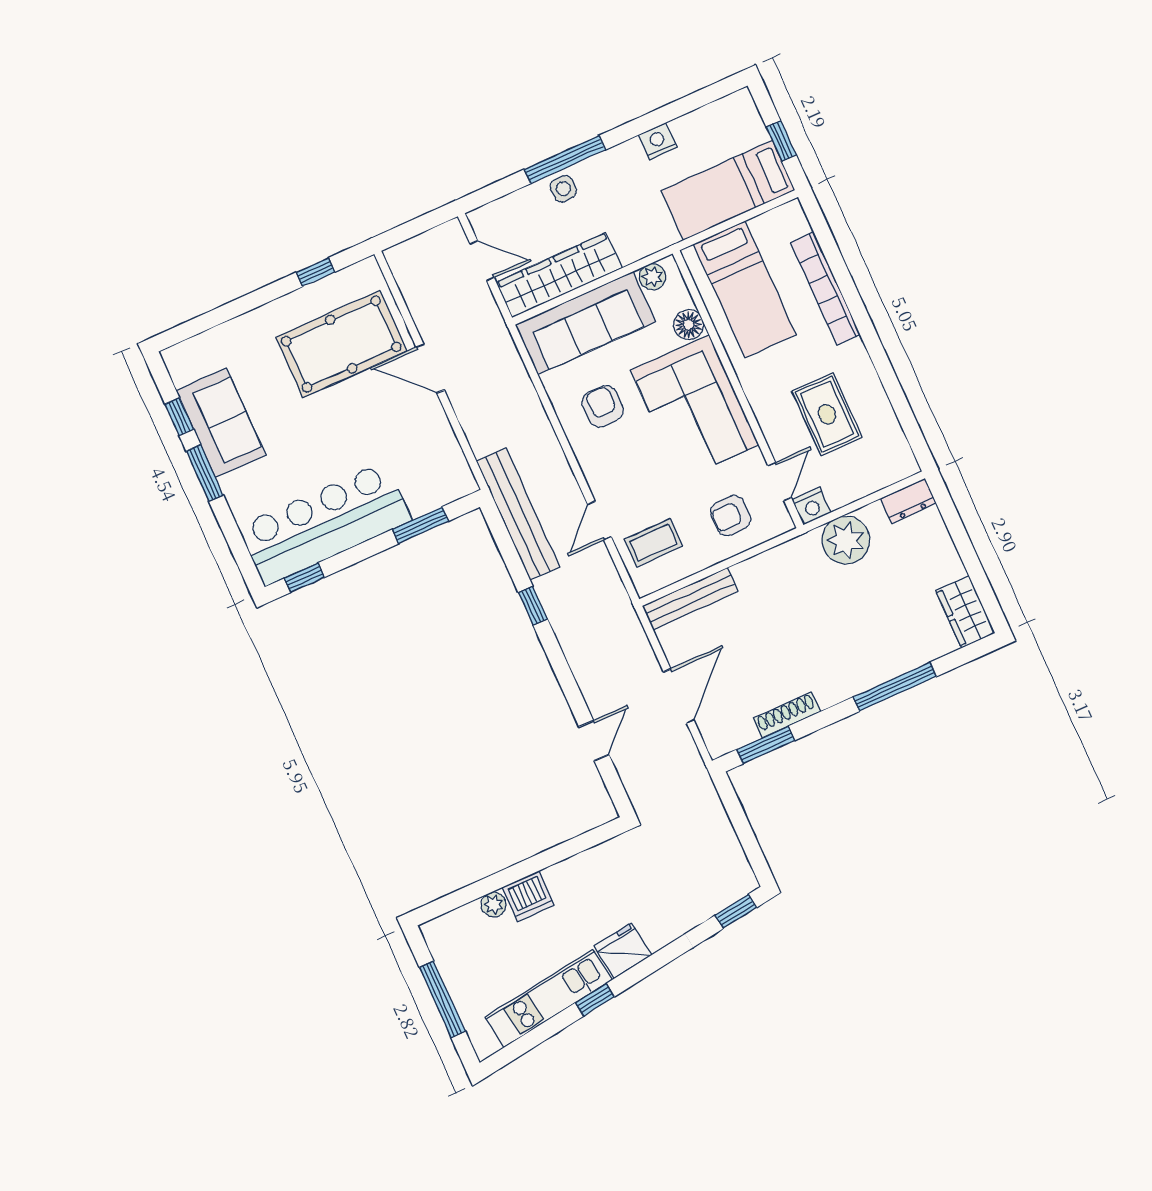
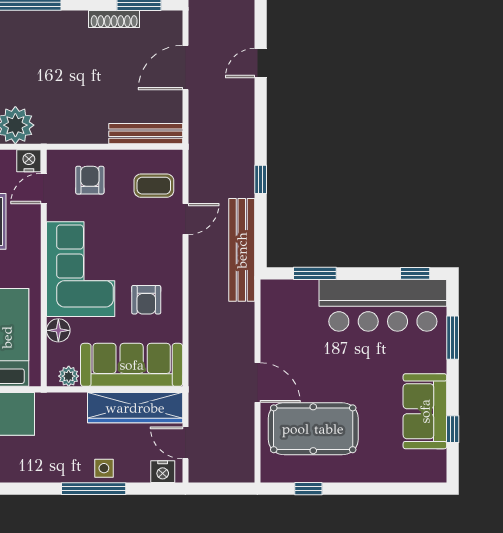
nightstand: (658, 141) -> (163, 472), moved
window: (205, 473) -> (453, 338), moved
armchair: (731, 515) -> (90, 180), turned -90

